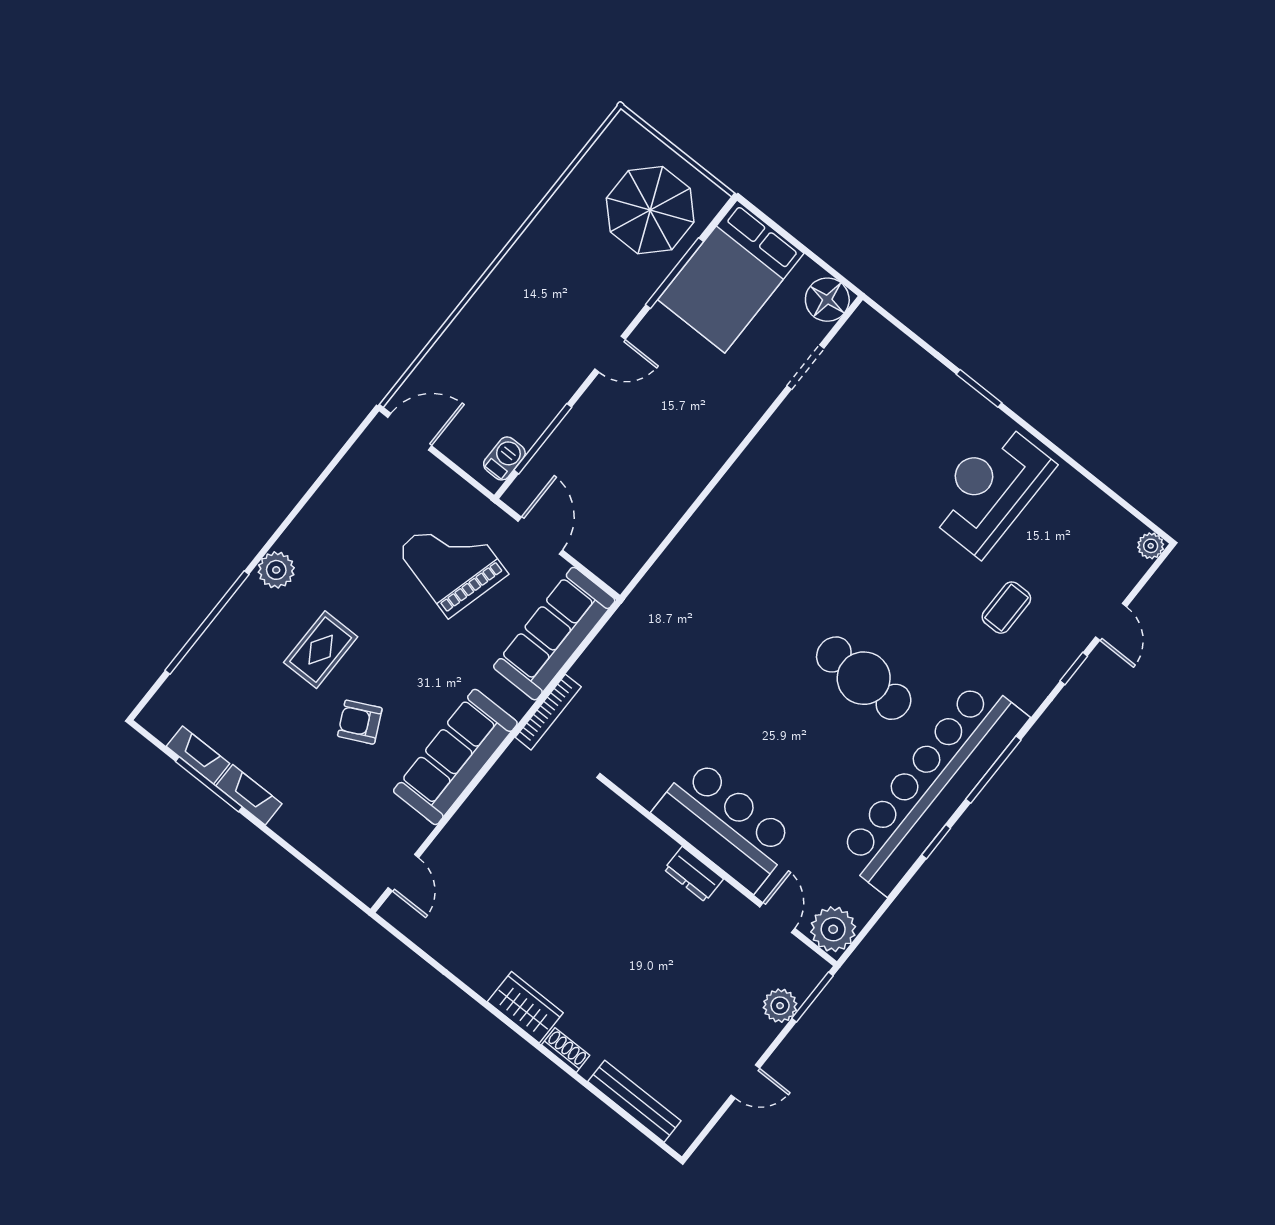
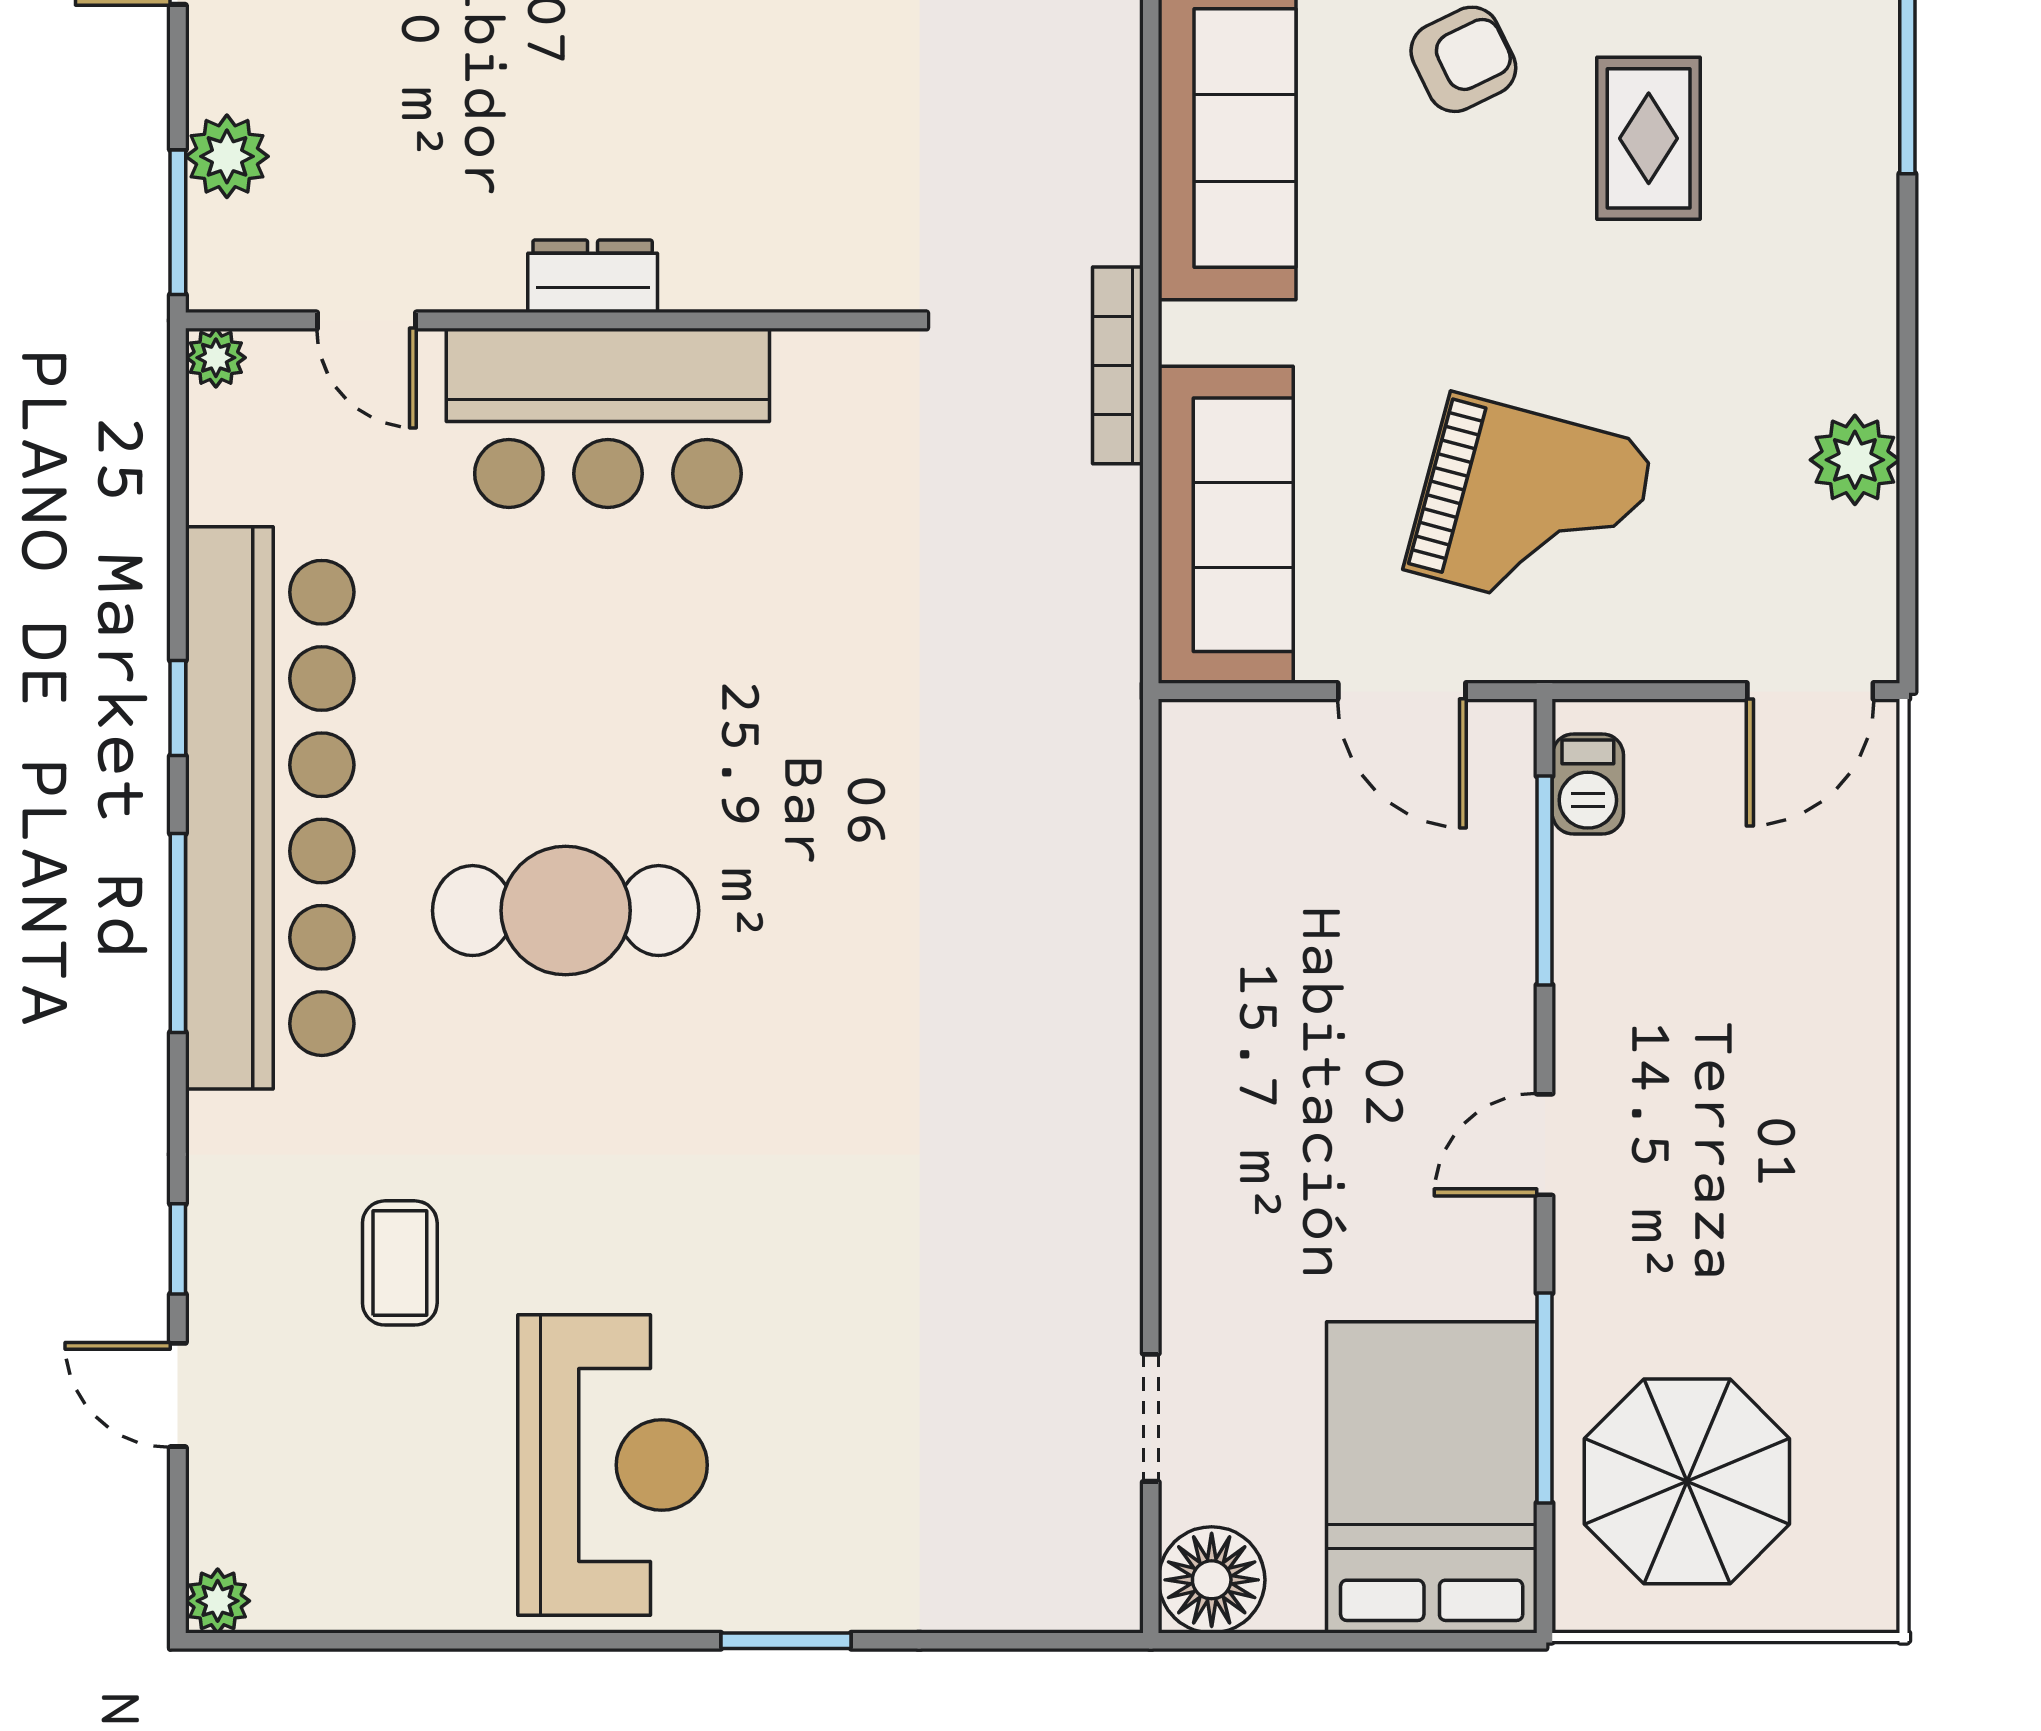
plant: (276, 570) -> (1855, 460), moved
plant: (833, 929) -> (216, 358), width x0.53, depth x0.53

